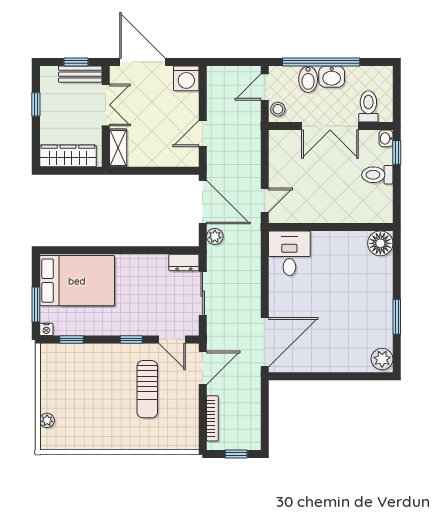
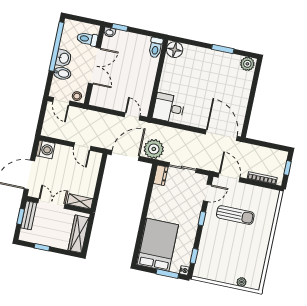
window: (321, 62) -> (56, 47), moved
toilet: (377, 175) -> (156, 48), moved
plant: (215, 236) -> (154, 149), width x1.87, depth x1.87

